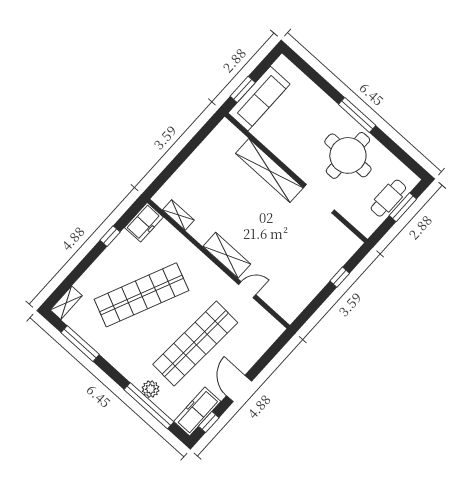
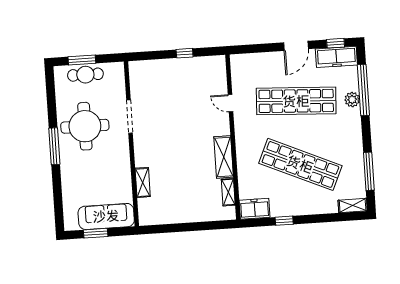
window: (243, 89) -> (96, 233), moved
shelving: (269, 171) -> (143, 182), width x0.45, depth x0.75
shelving: (227, 255) -> (224, 157), moved
window: (340, 277) -> (185, 53), moved

